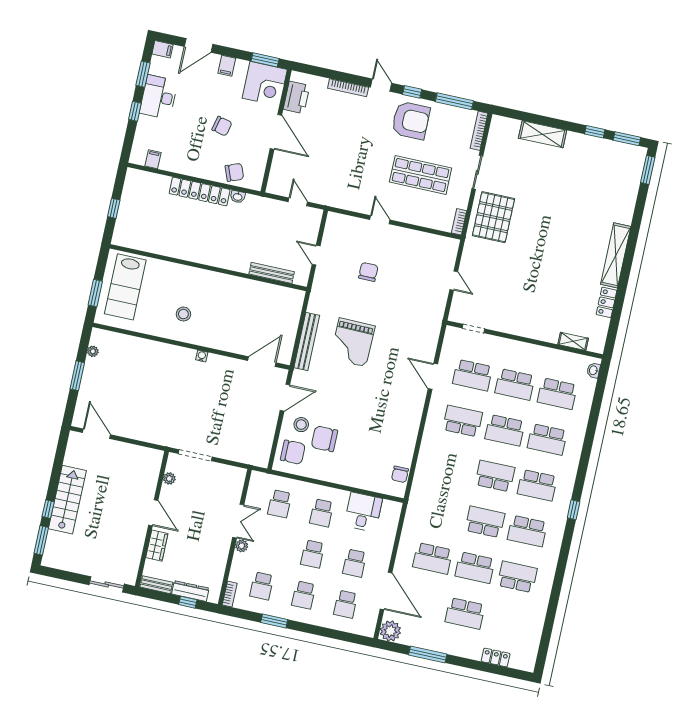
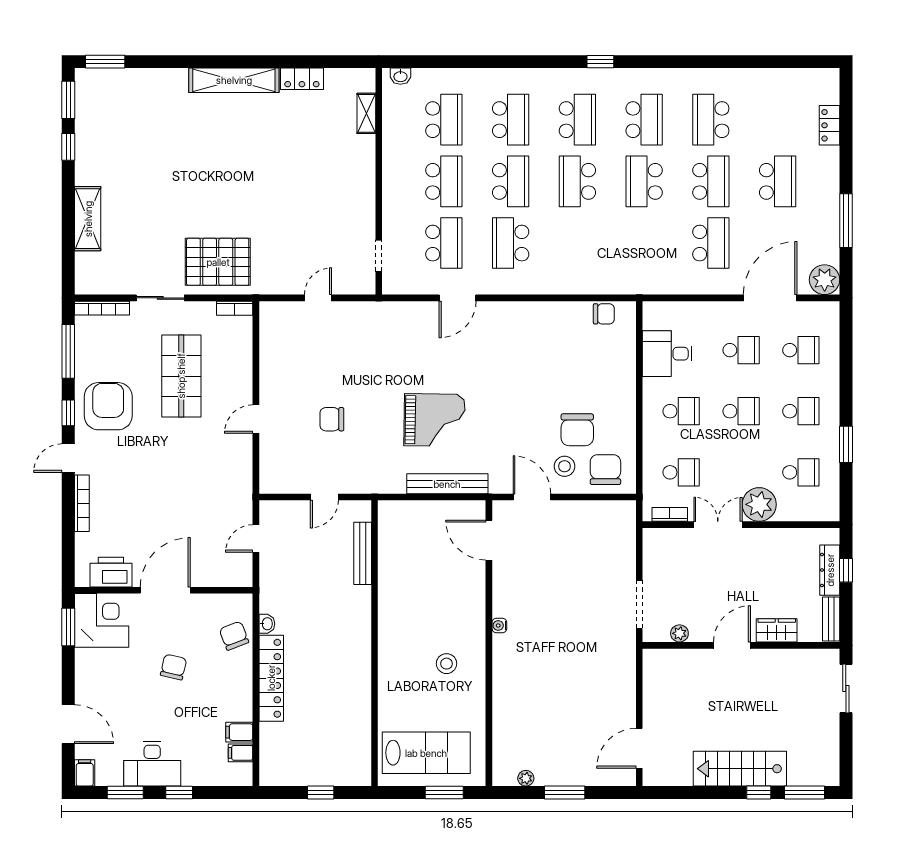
filing cabinet: (227, 66) -> (239, 732), moved, turned 180
plant: (242, 546) -> (759, 504), width x1.87, depth x1.87
bookcase: (230, 594) -> (670, 514), moved

